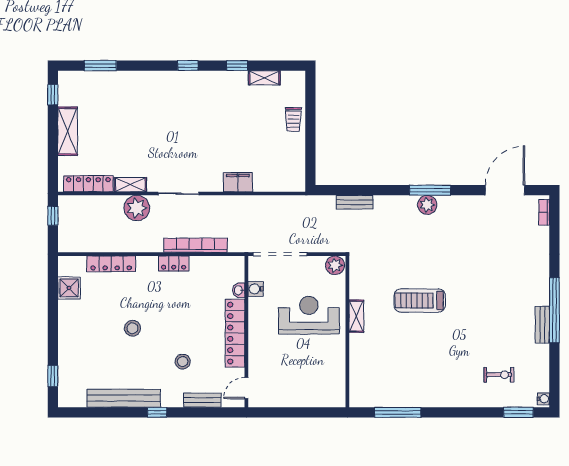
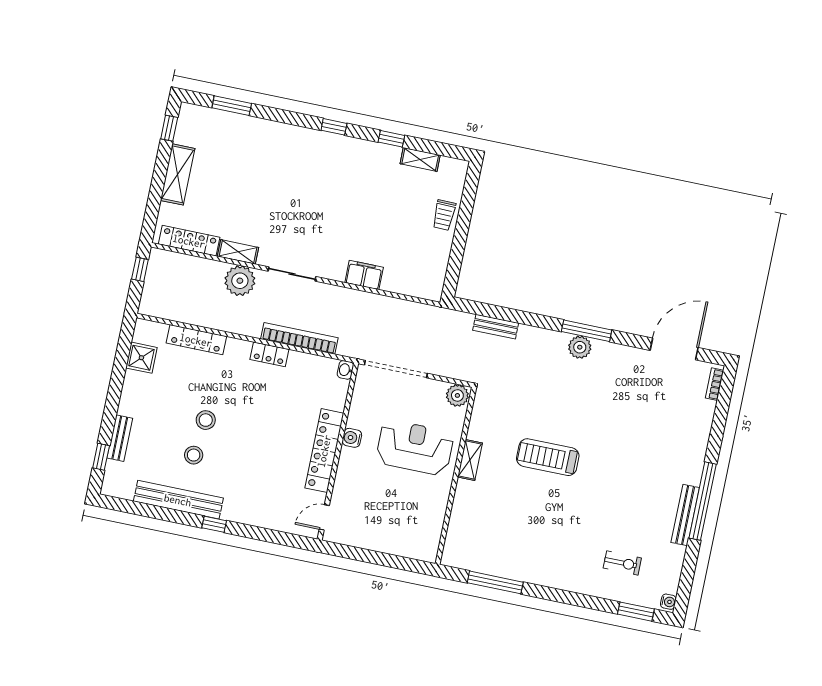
water cooler: (256, 289) -> (352, 438), moved
washbasin: (239, 290) -> (345, 370), moved
bench: (542, 325) -> (685, 515), width x1.36
stool: (183, 362) -> (194, 455), moved
bench: (202, 400) -> (120, 438), moved, turned 90

